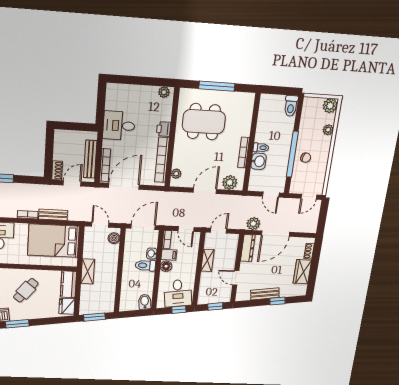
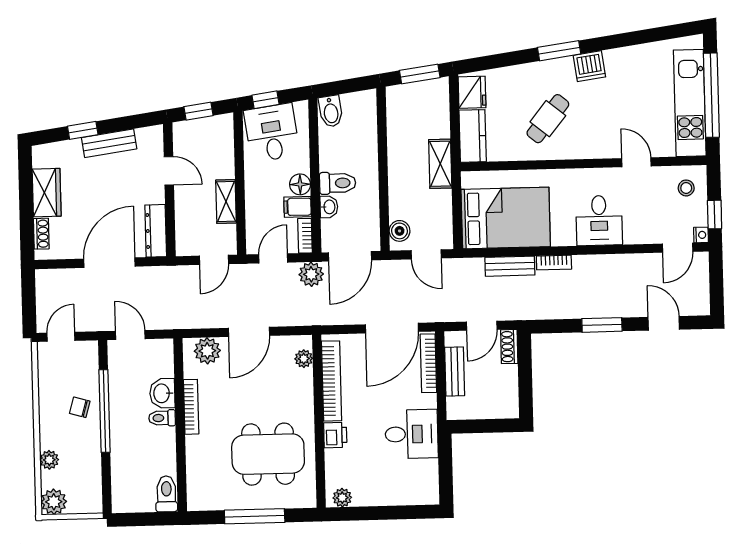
toilet: (291, 106) -> (166, 494), moved
bench: (90, 159) -> (455, 372), width x0.73
plant: (253, 224) -> (311, 274), moved
door: (186, 229) -> (273, 258), hinge flipped

